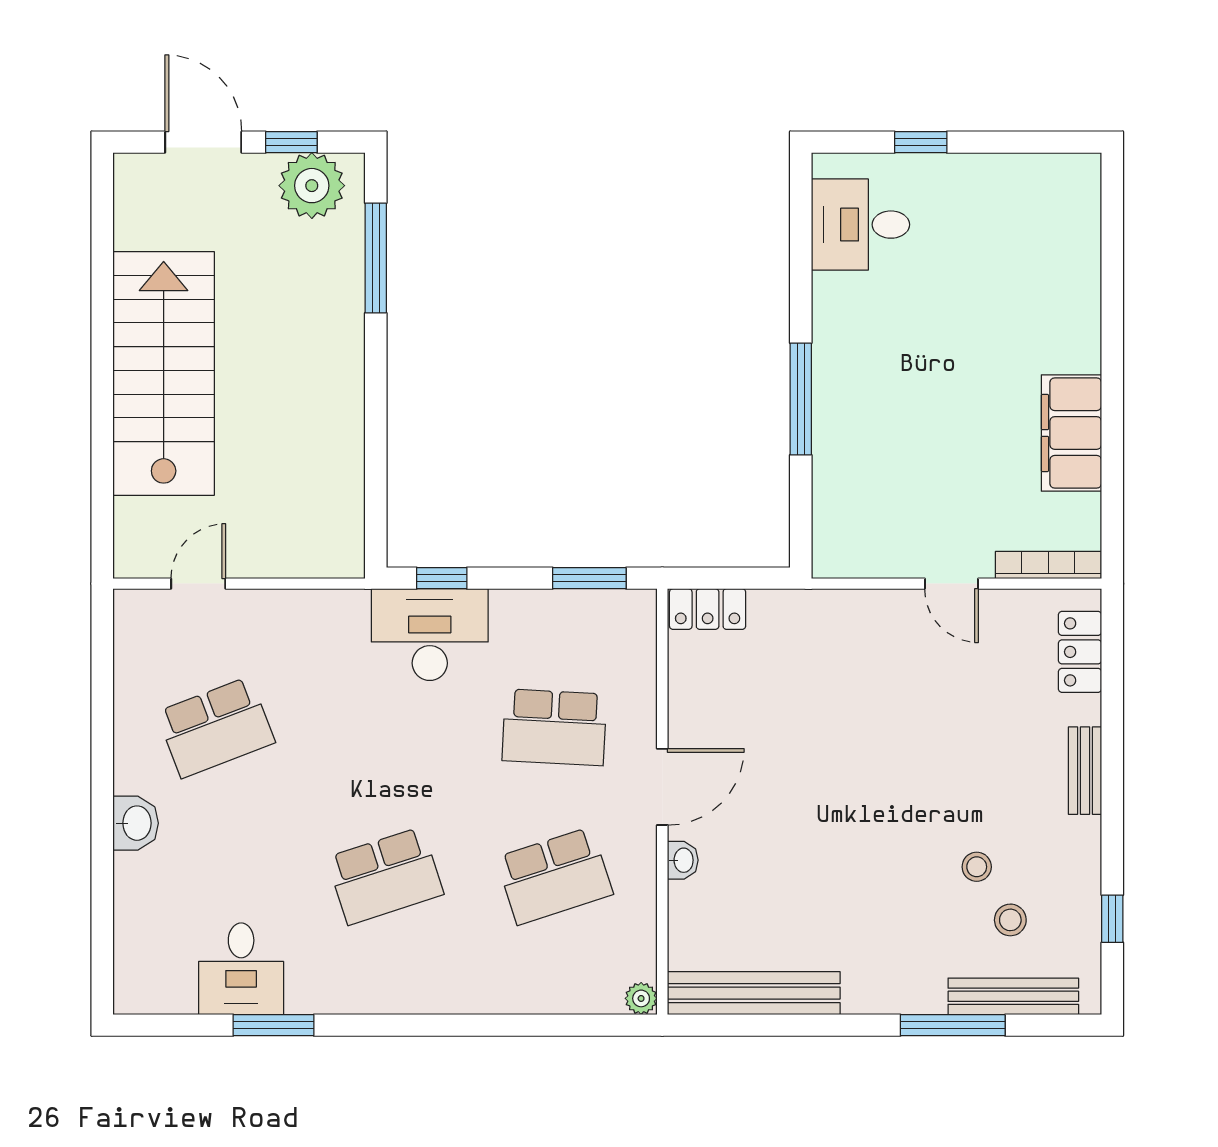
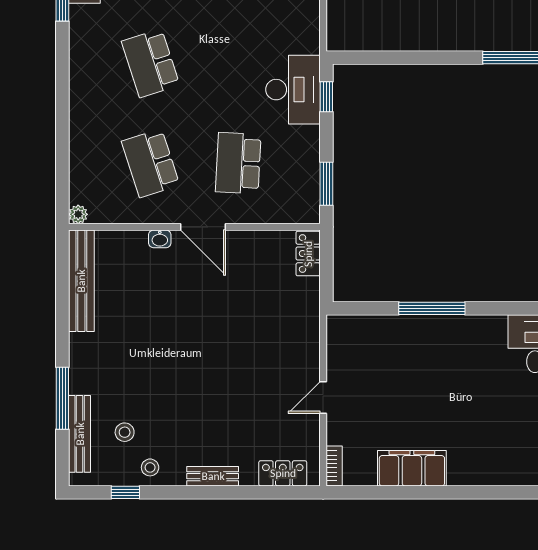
bookcase: (1048, 565) -> (334, 466), width x0.64
stool: (977, 867) -> (150, 467), moved

